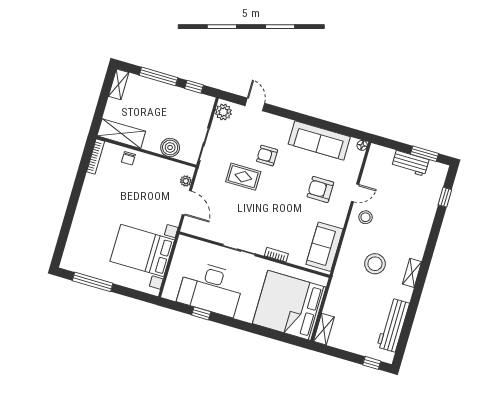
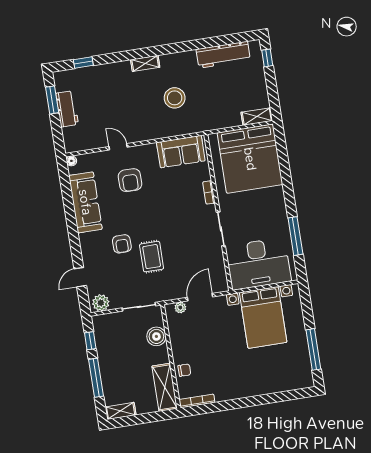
stool: (365, 217) -> (136, 127), removed
shelving: (412, 273) -> (145, 63), moved
desk: (211, 289) -> (258, 264), moved, turned 90
window: (201, 313) -> (295, 236), width x2.17

